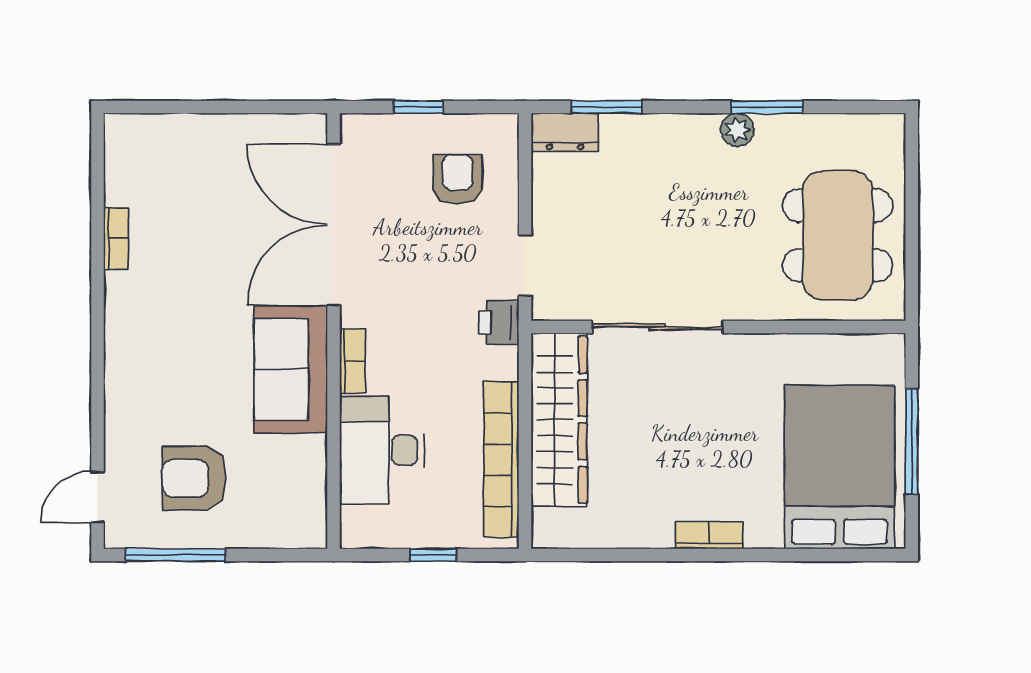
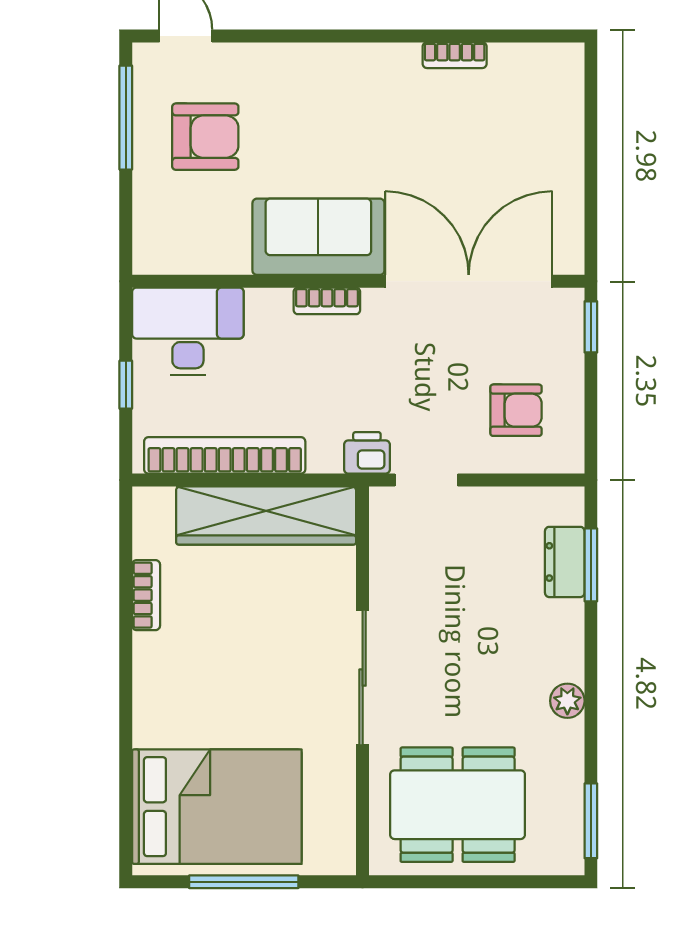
window: (418, 107) -> (591, 327), moved
window: (767, 107) -> (591, 821), moved
dresser: (565, 132) -> (565, 562), moved
sliding door: (657, 327) -> (363, 678), moved
desk: (382, 450) -> (188, 331), moved
armchair: (194, 478) -> (205, 137), turned 90
bookcase: (710, 535) -> (146, 595), moved

